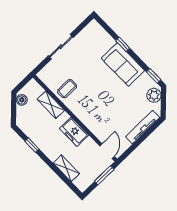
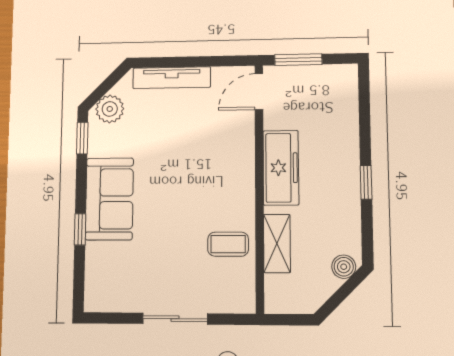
boiler: (22, 100) -> (344, 267), moved
freezer: (74, 132) -> (281, 168), width x1.40
window: (32, 145) -> (366, 182), moved
shelving: (66, 168) -> (346, 124), removed

